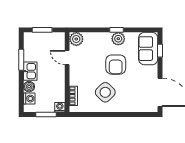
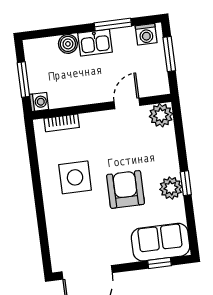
armchair: (116, 65) -> (125, 189), turned 90
side table: (105, 92) -> (75, 177), turned 45
washing machine: (29, 99) -> (146, 34), moved

